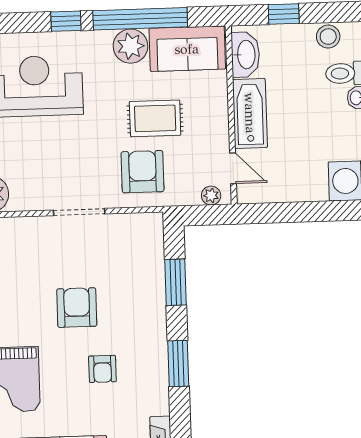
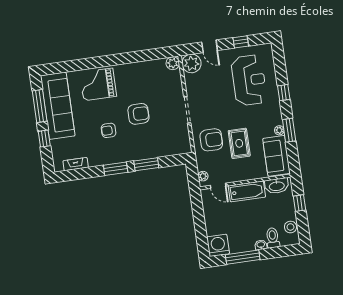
window: (140, 19) -> (289, 130), width x0.47
plant: (131, 46) -> (279, 130), width x0.53, depth x0.53
door: (233, 168) -> (218, 186), hinge flipped
window: (176, 282) -> (146, 164), moved

